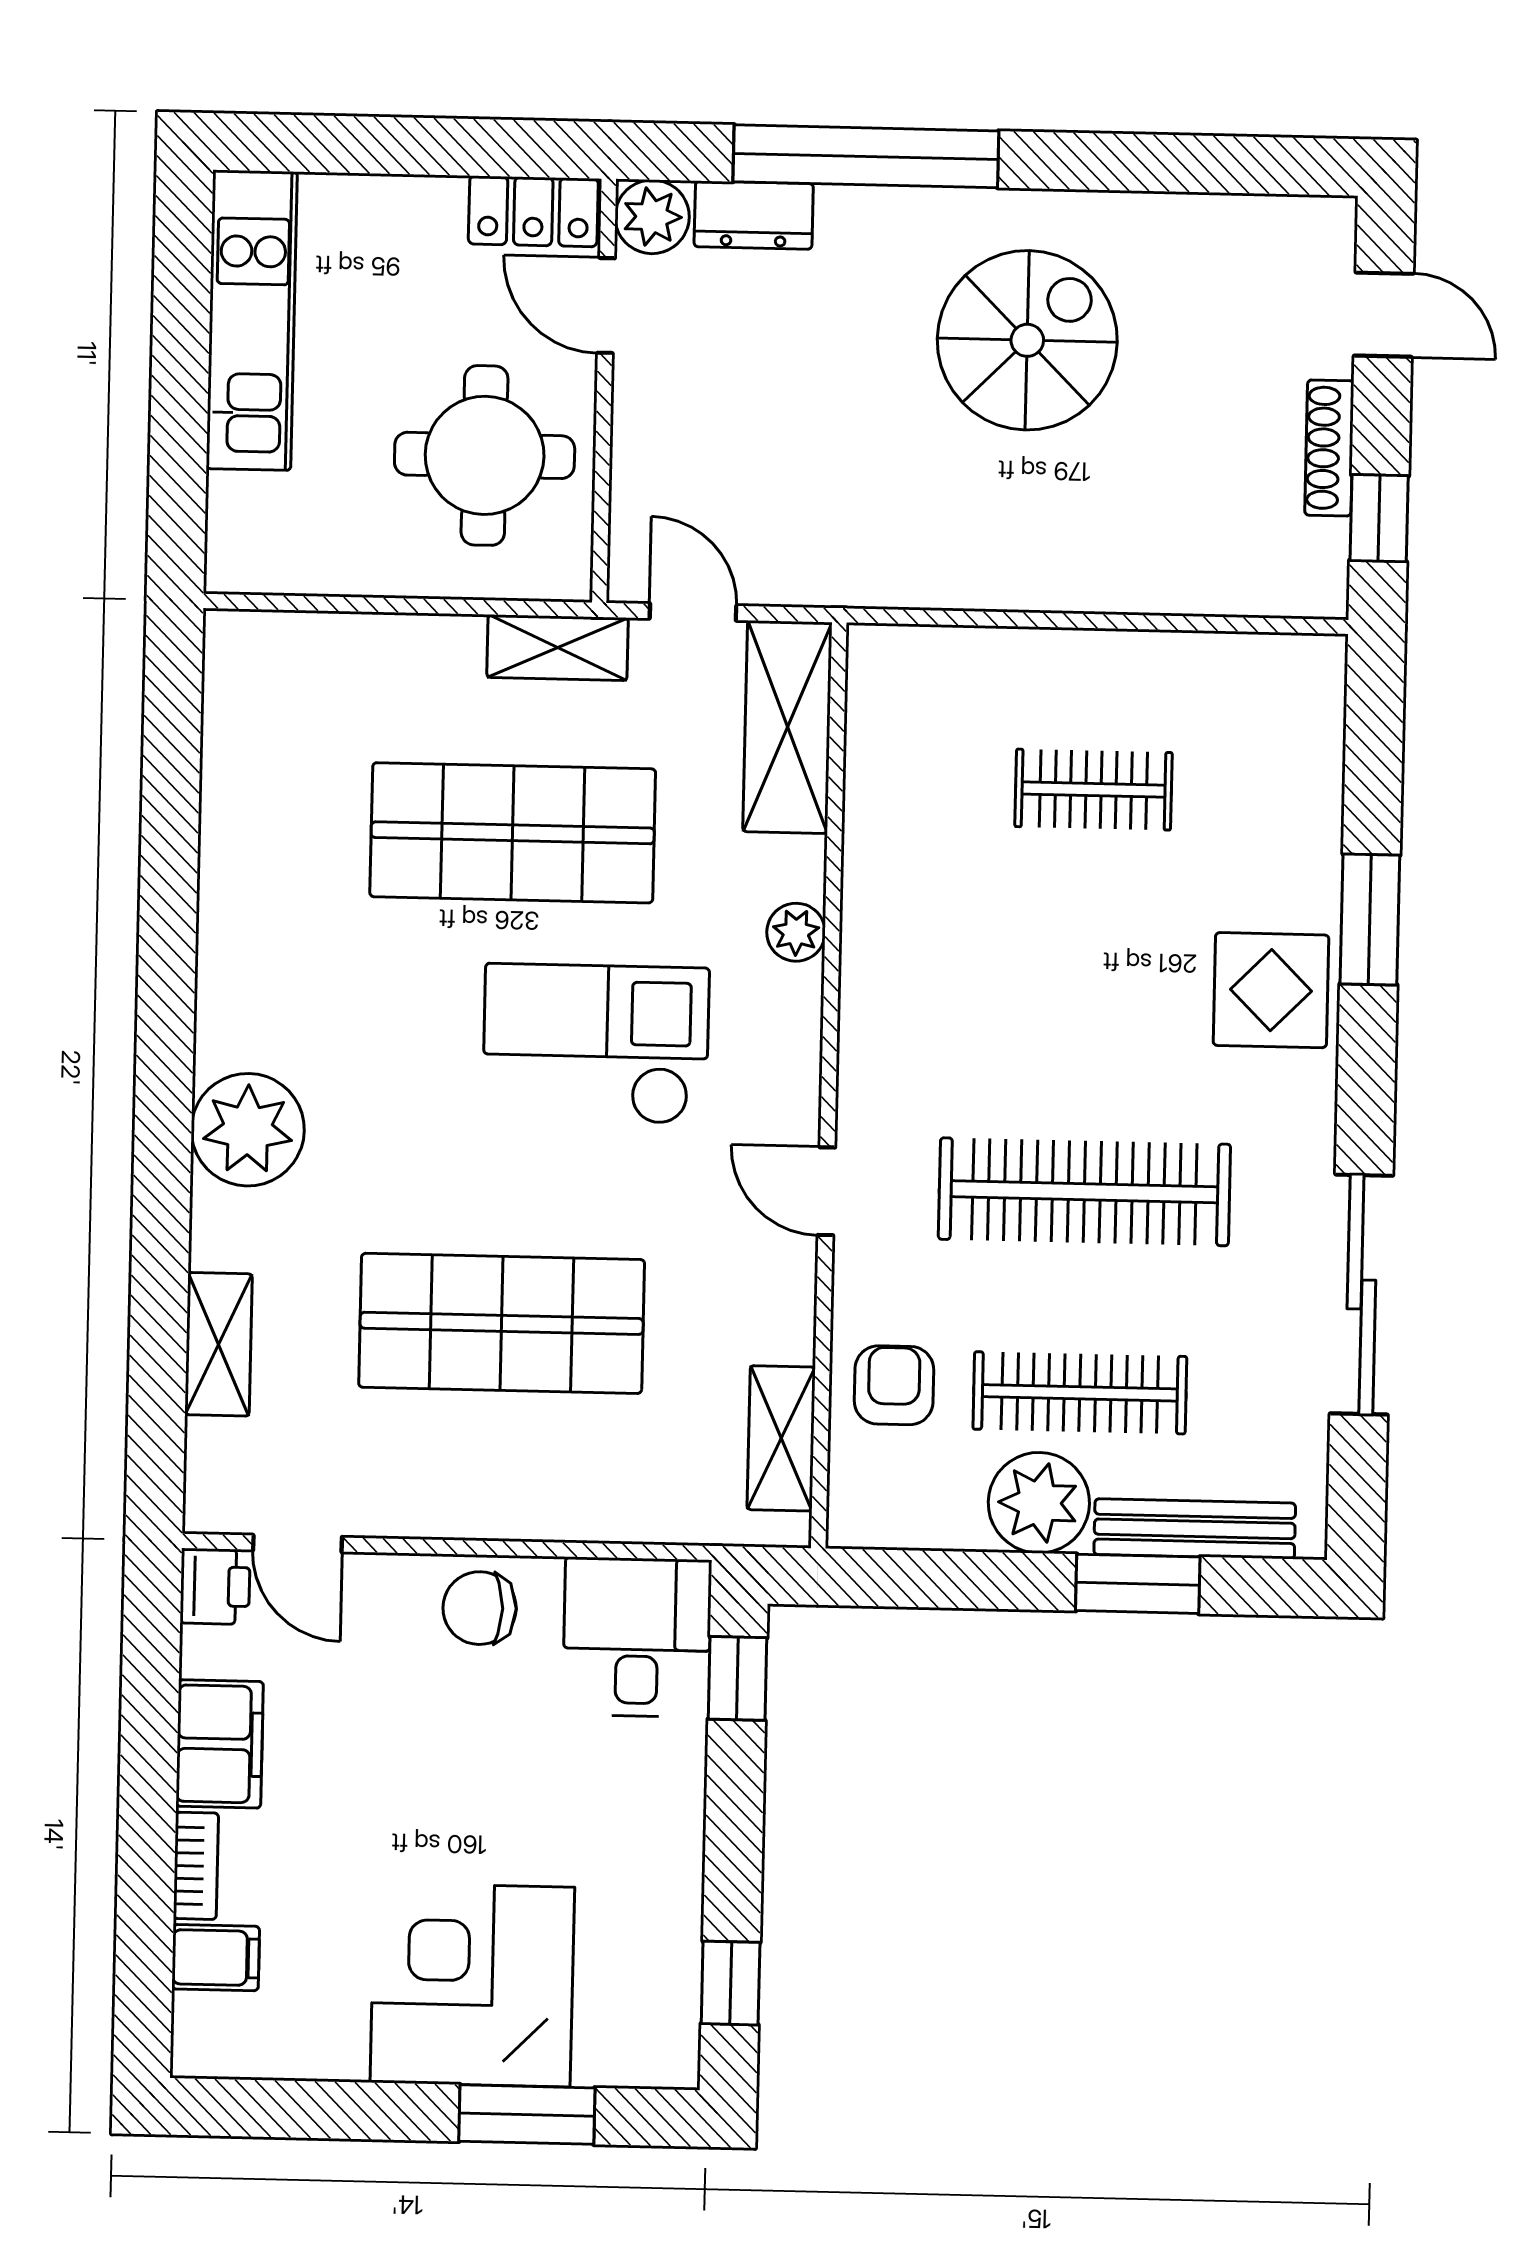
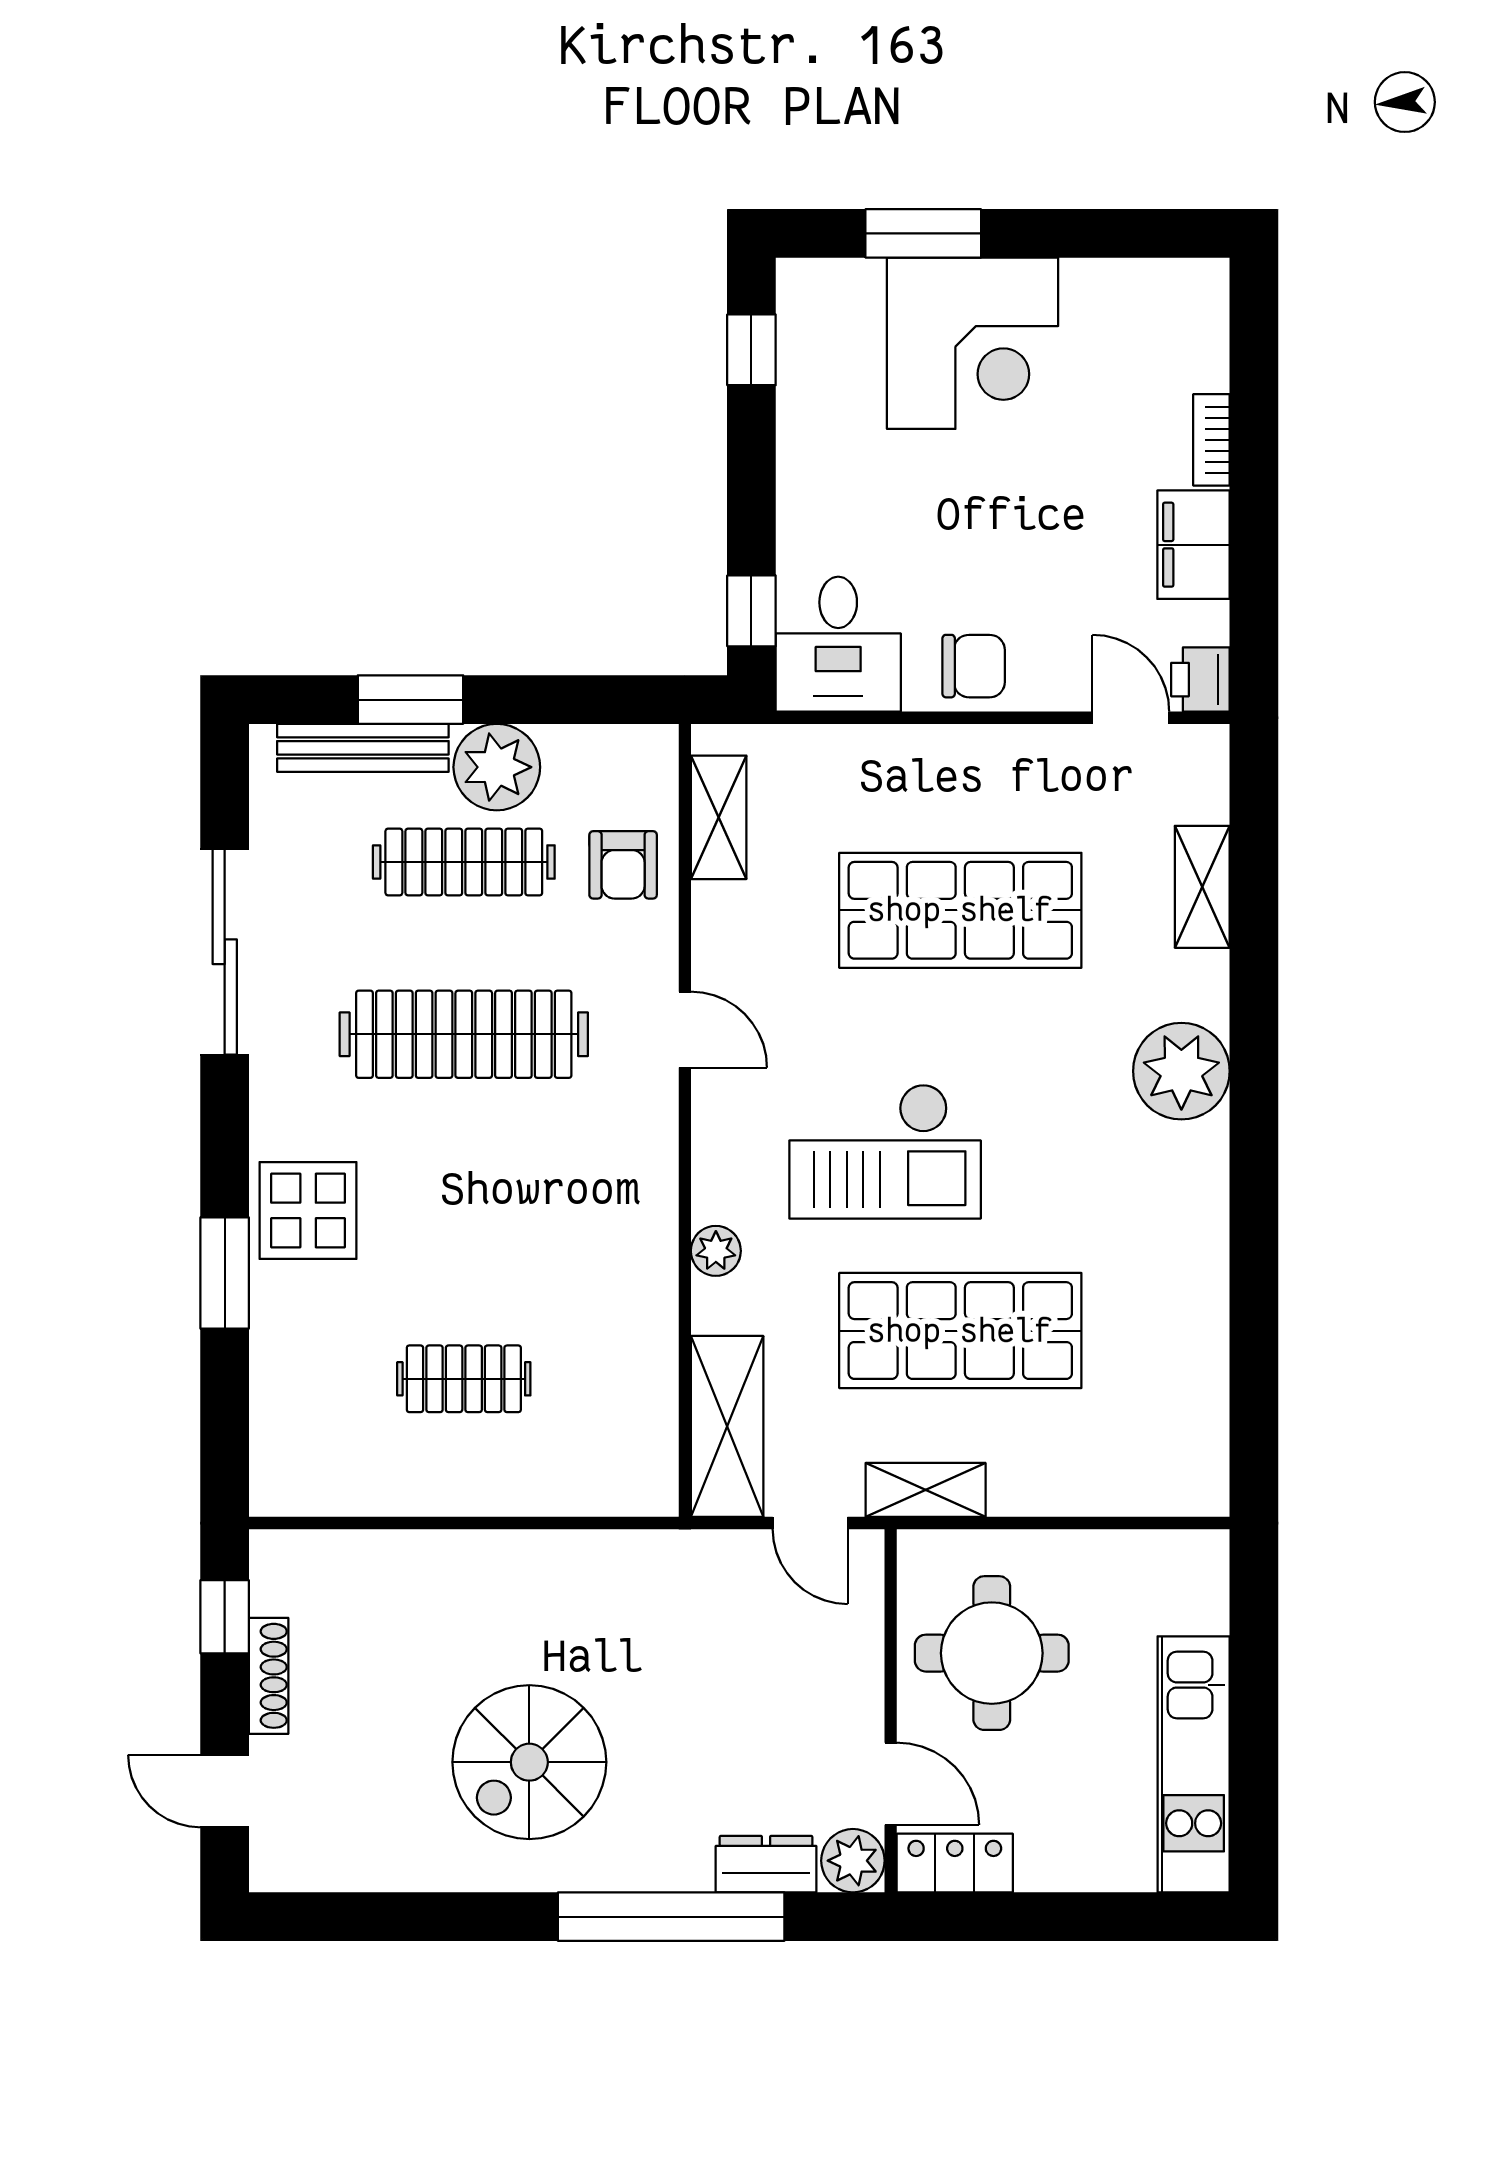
filing cabinet: (216, 1958) -> (1193, 362), removed

